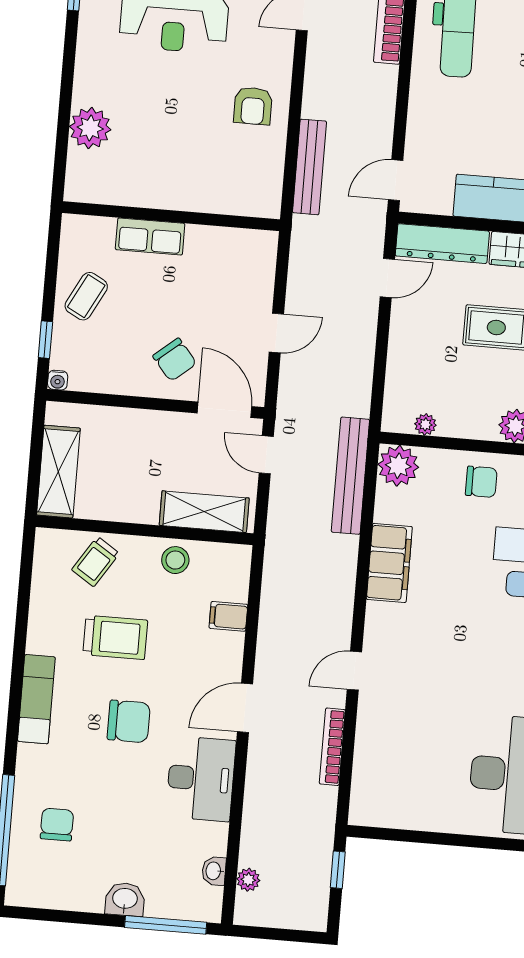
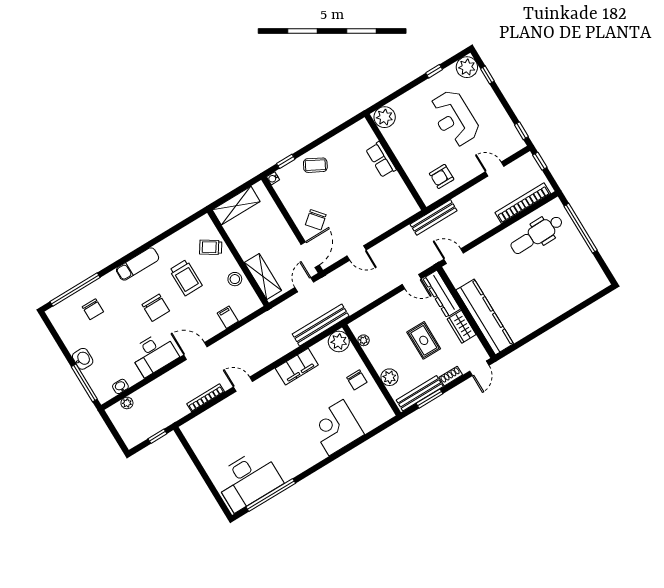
wall: (171, 216) -> (395, 162), moved
row of seats: (150, 236) -> (381, 160), moved
chair: (57, 824) -> (93, 309), turned 90

